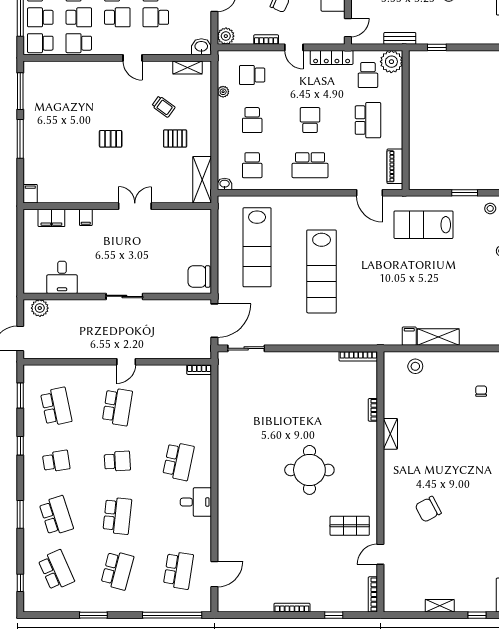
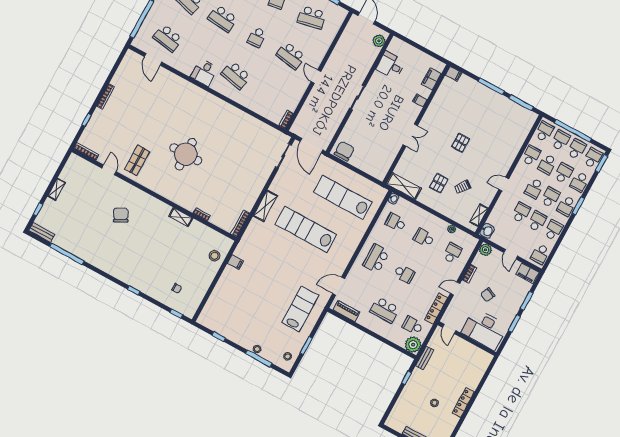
shelving: (438, 337) -> (265, 206), moved

